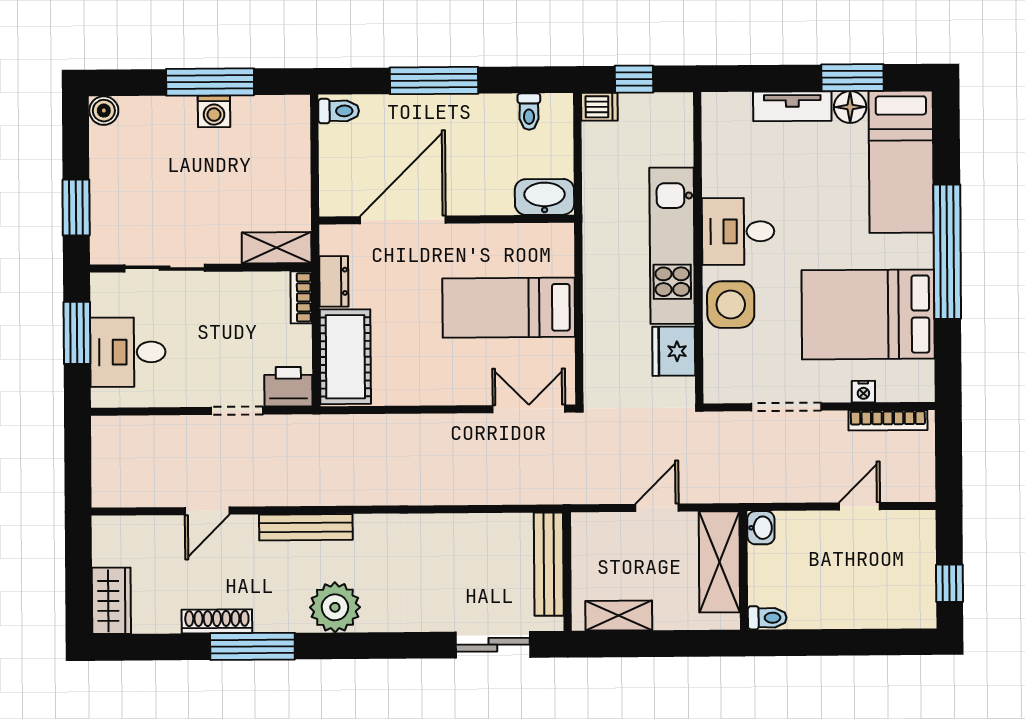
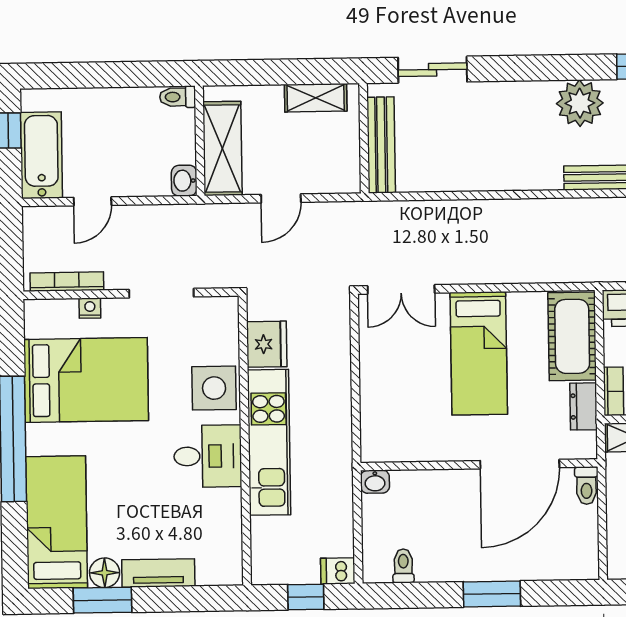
window: (434, 81) -> (492, 594), width x0.69
toilet: (339, 111) -> (586, 486), moved, turned -90
washbasin: (544, 197) -> (375, 482), width x0.52, depth x0.69
bed: (509, 308) -> (479, 353), moved, turned 90
bathtub: (914, 556) -> (41, 155), added

